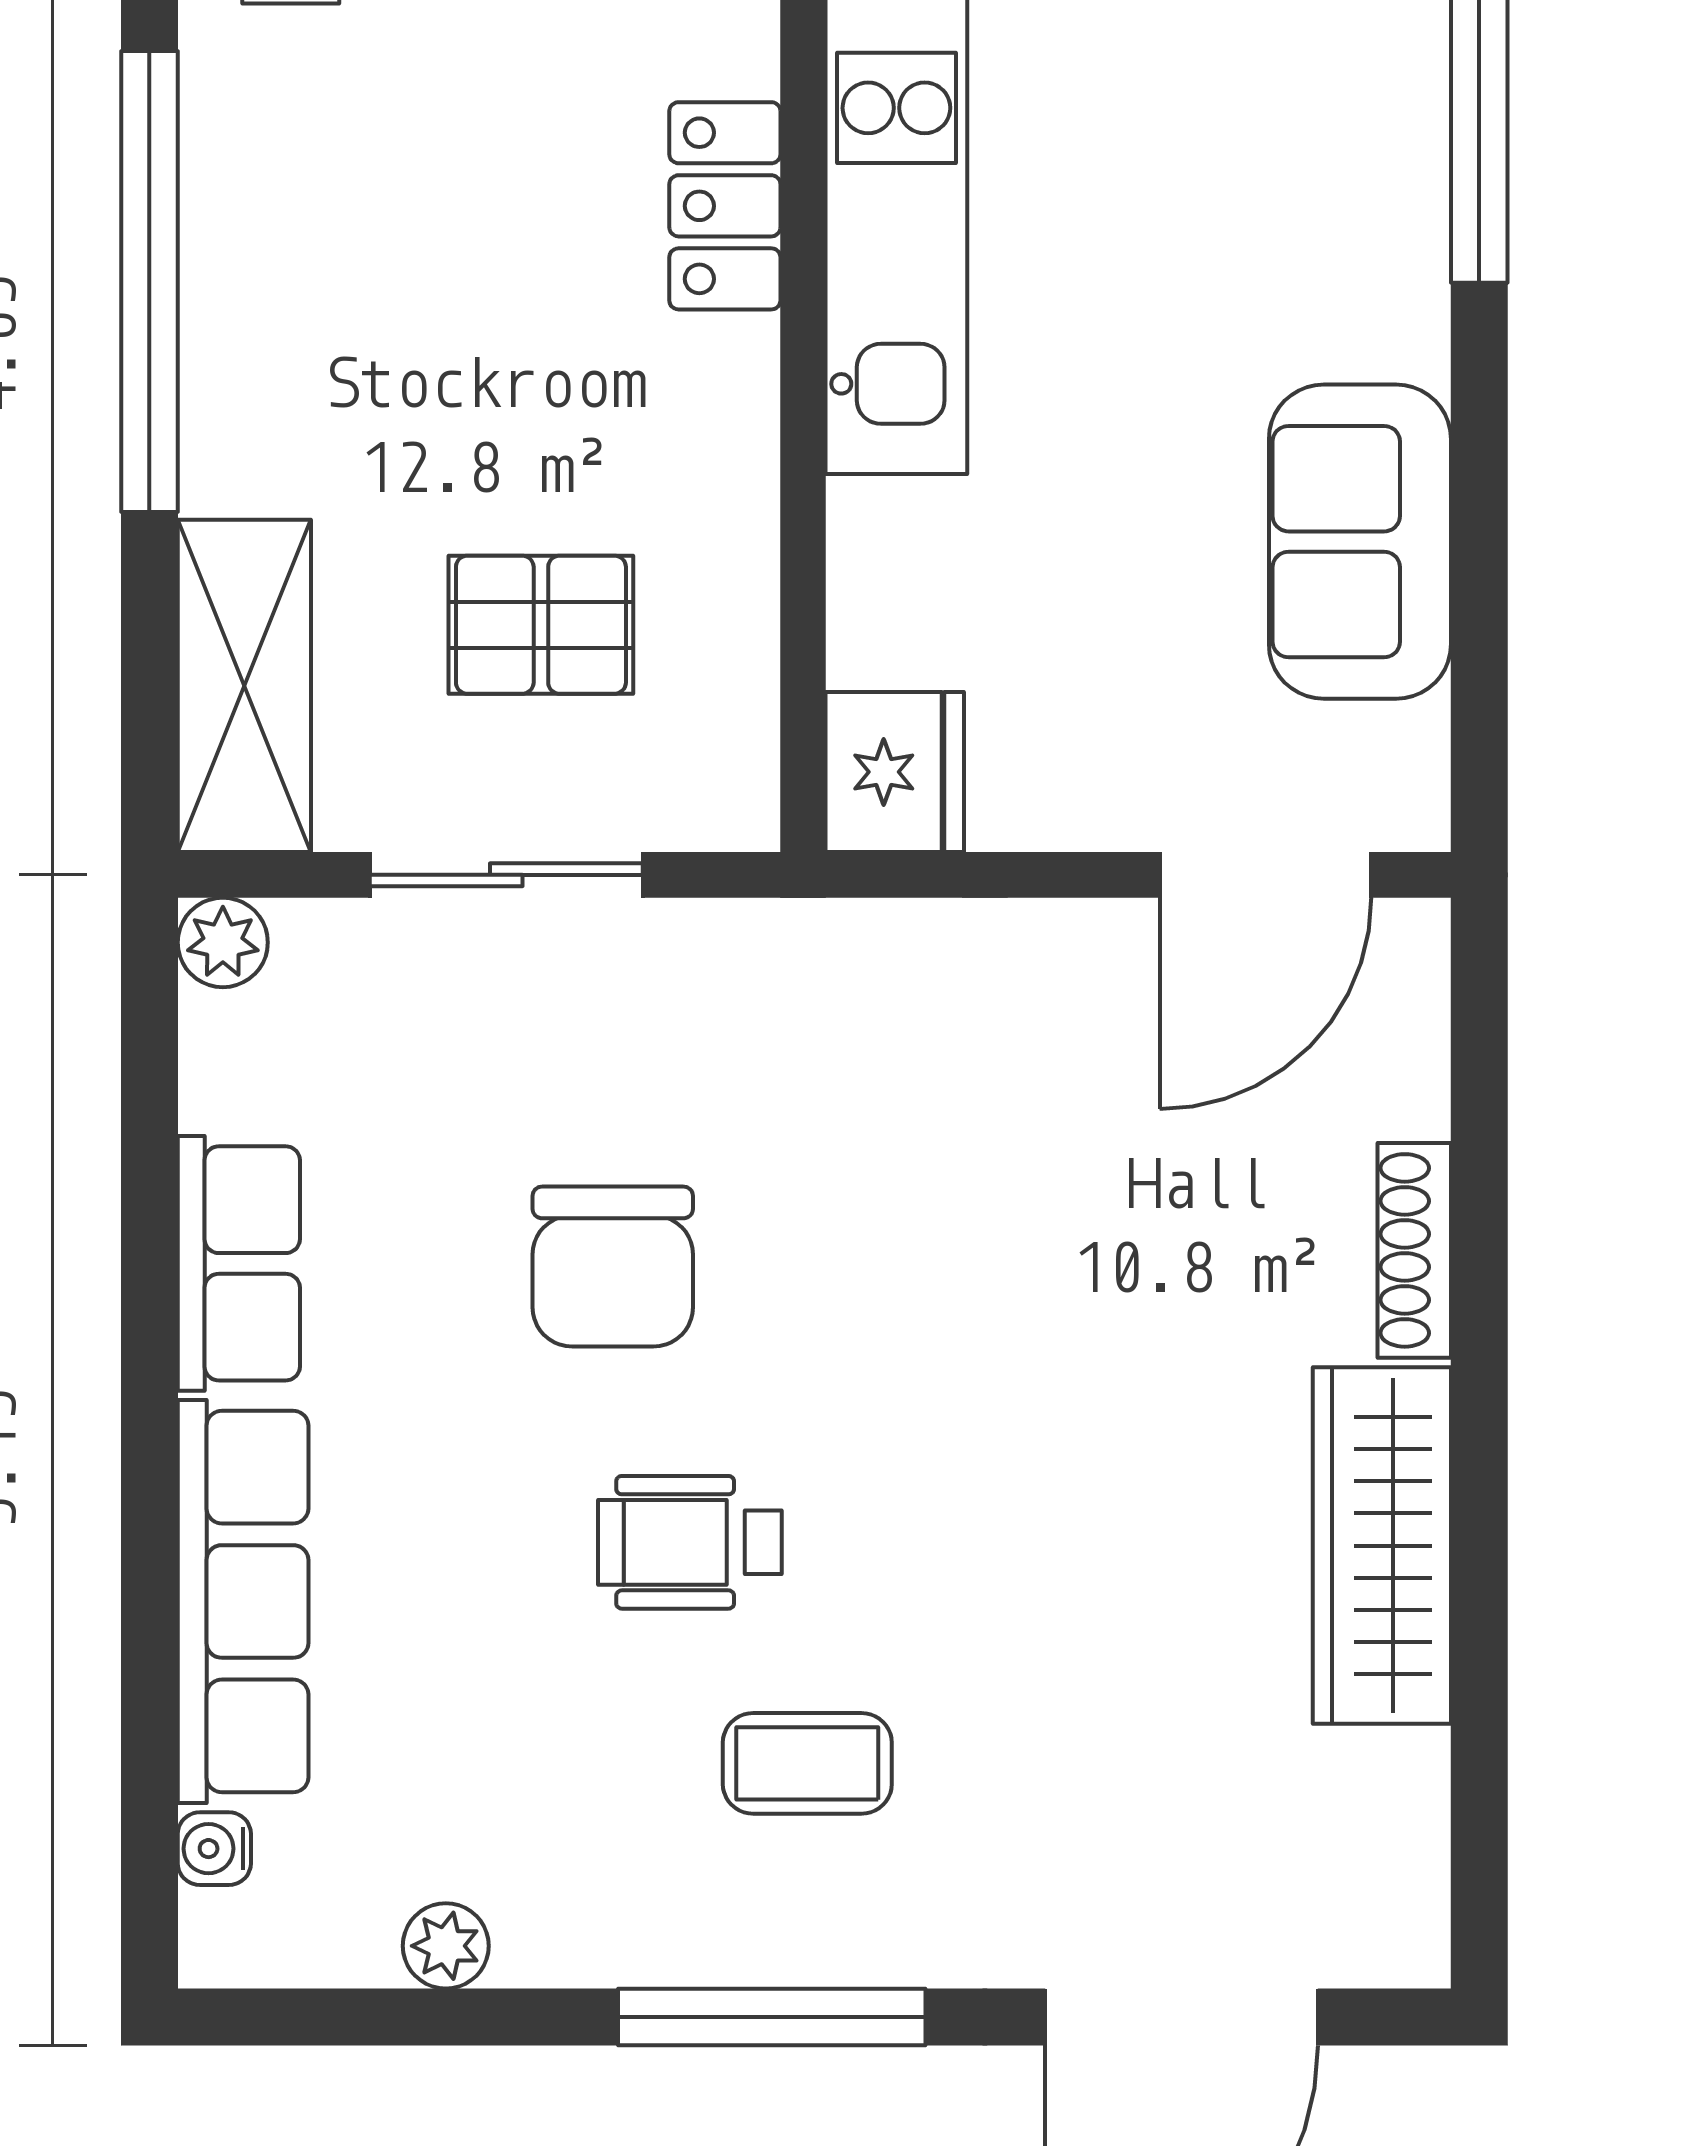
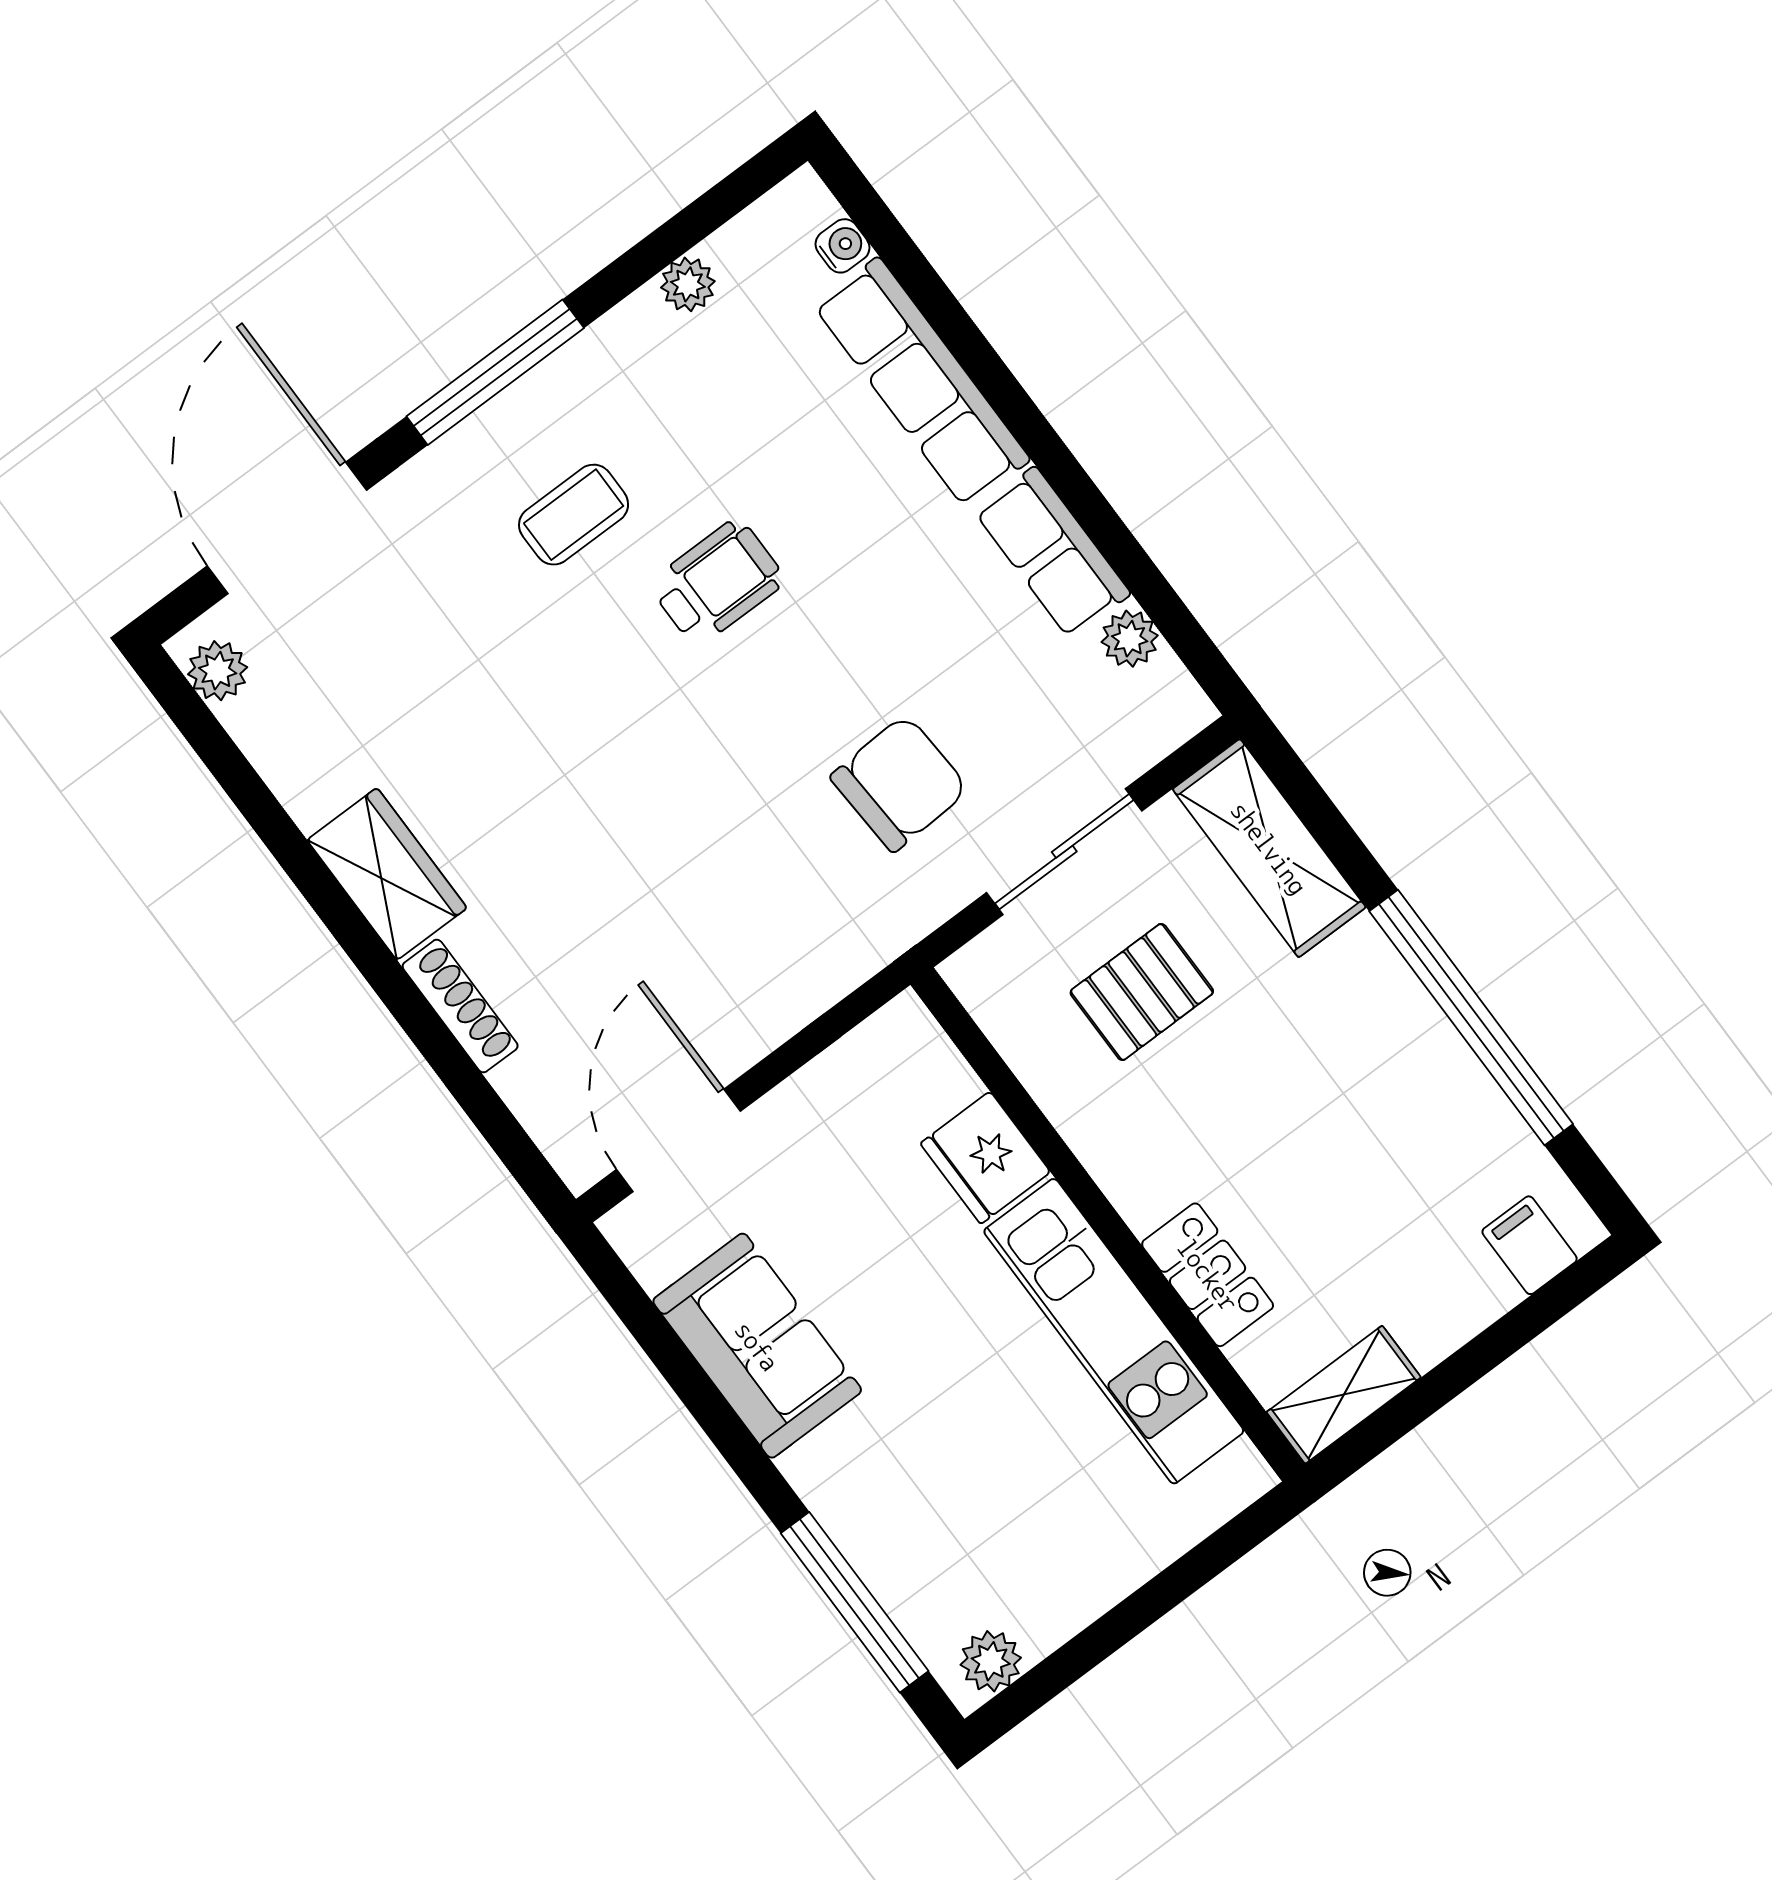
fridge: (895, 772) -> (985, 1158), moved
plant: (223, 942) -> (1130, 639), moved
chair: (613, 1267) -> (899, 783), moved, turned 87
wardrobe: (1382, 1546) -> (387, 874), width x0.67
plant: (1404, 1902) -> (218, 671), added

